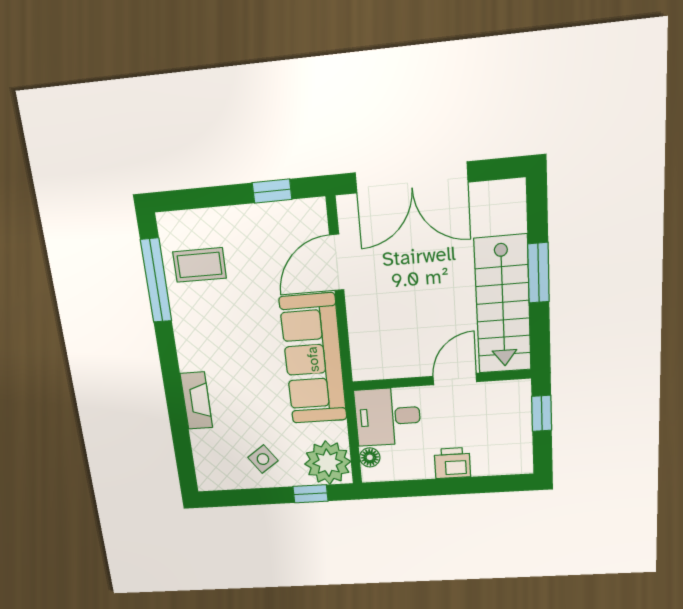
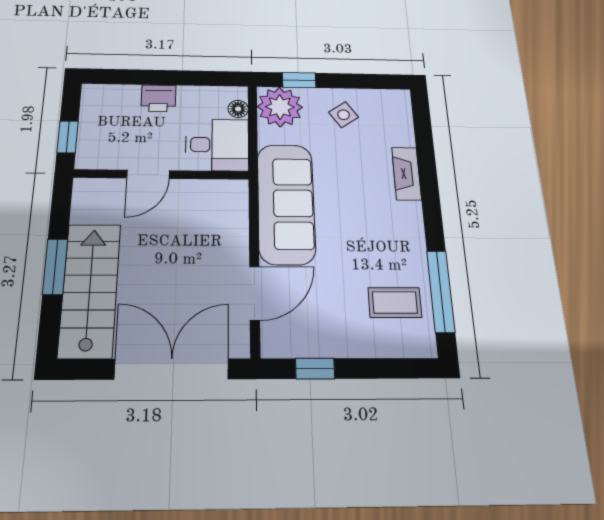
stairs: (503, 305) -> (90, 290), moved

